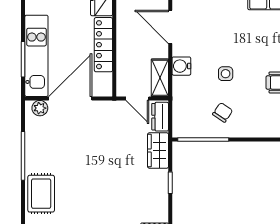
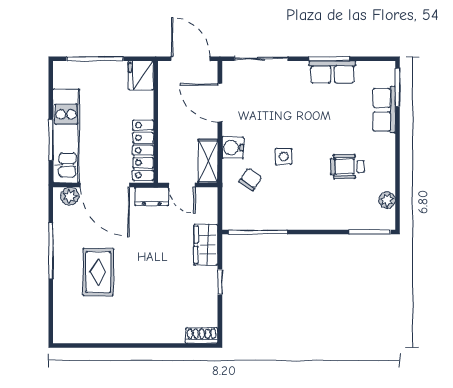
locker: (103, 45) -> (143, 150), moved
door: (70, 98) -> (105, 185), swing flipped
chair: (223, 112) -> (250, 179), moved
dresser: (160, 117) -> (152, 196), moved, turned -90
rug: (41, 194) -> (98, 272), moved

